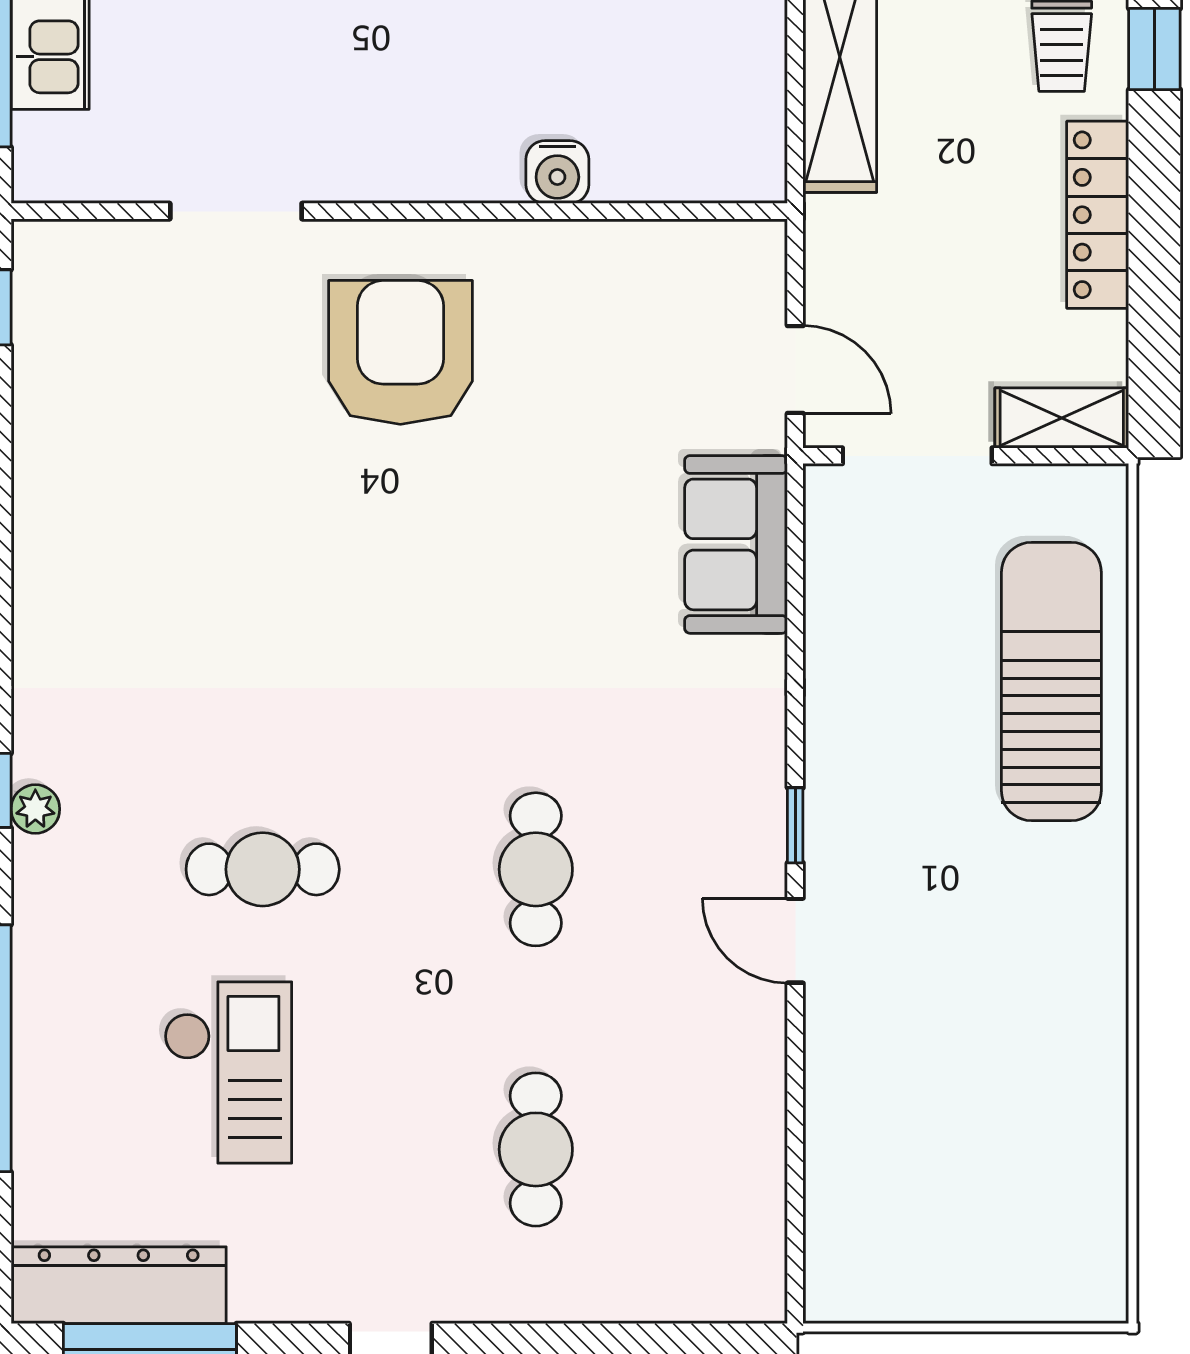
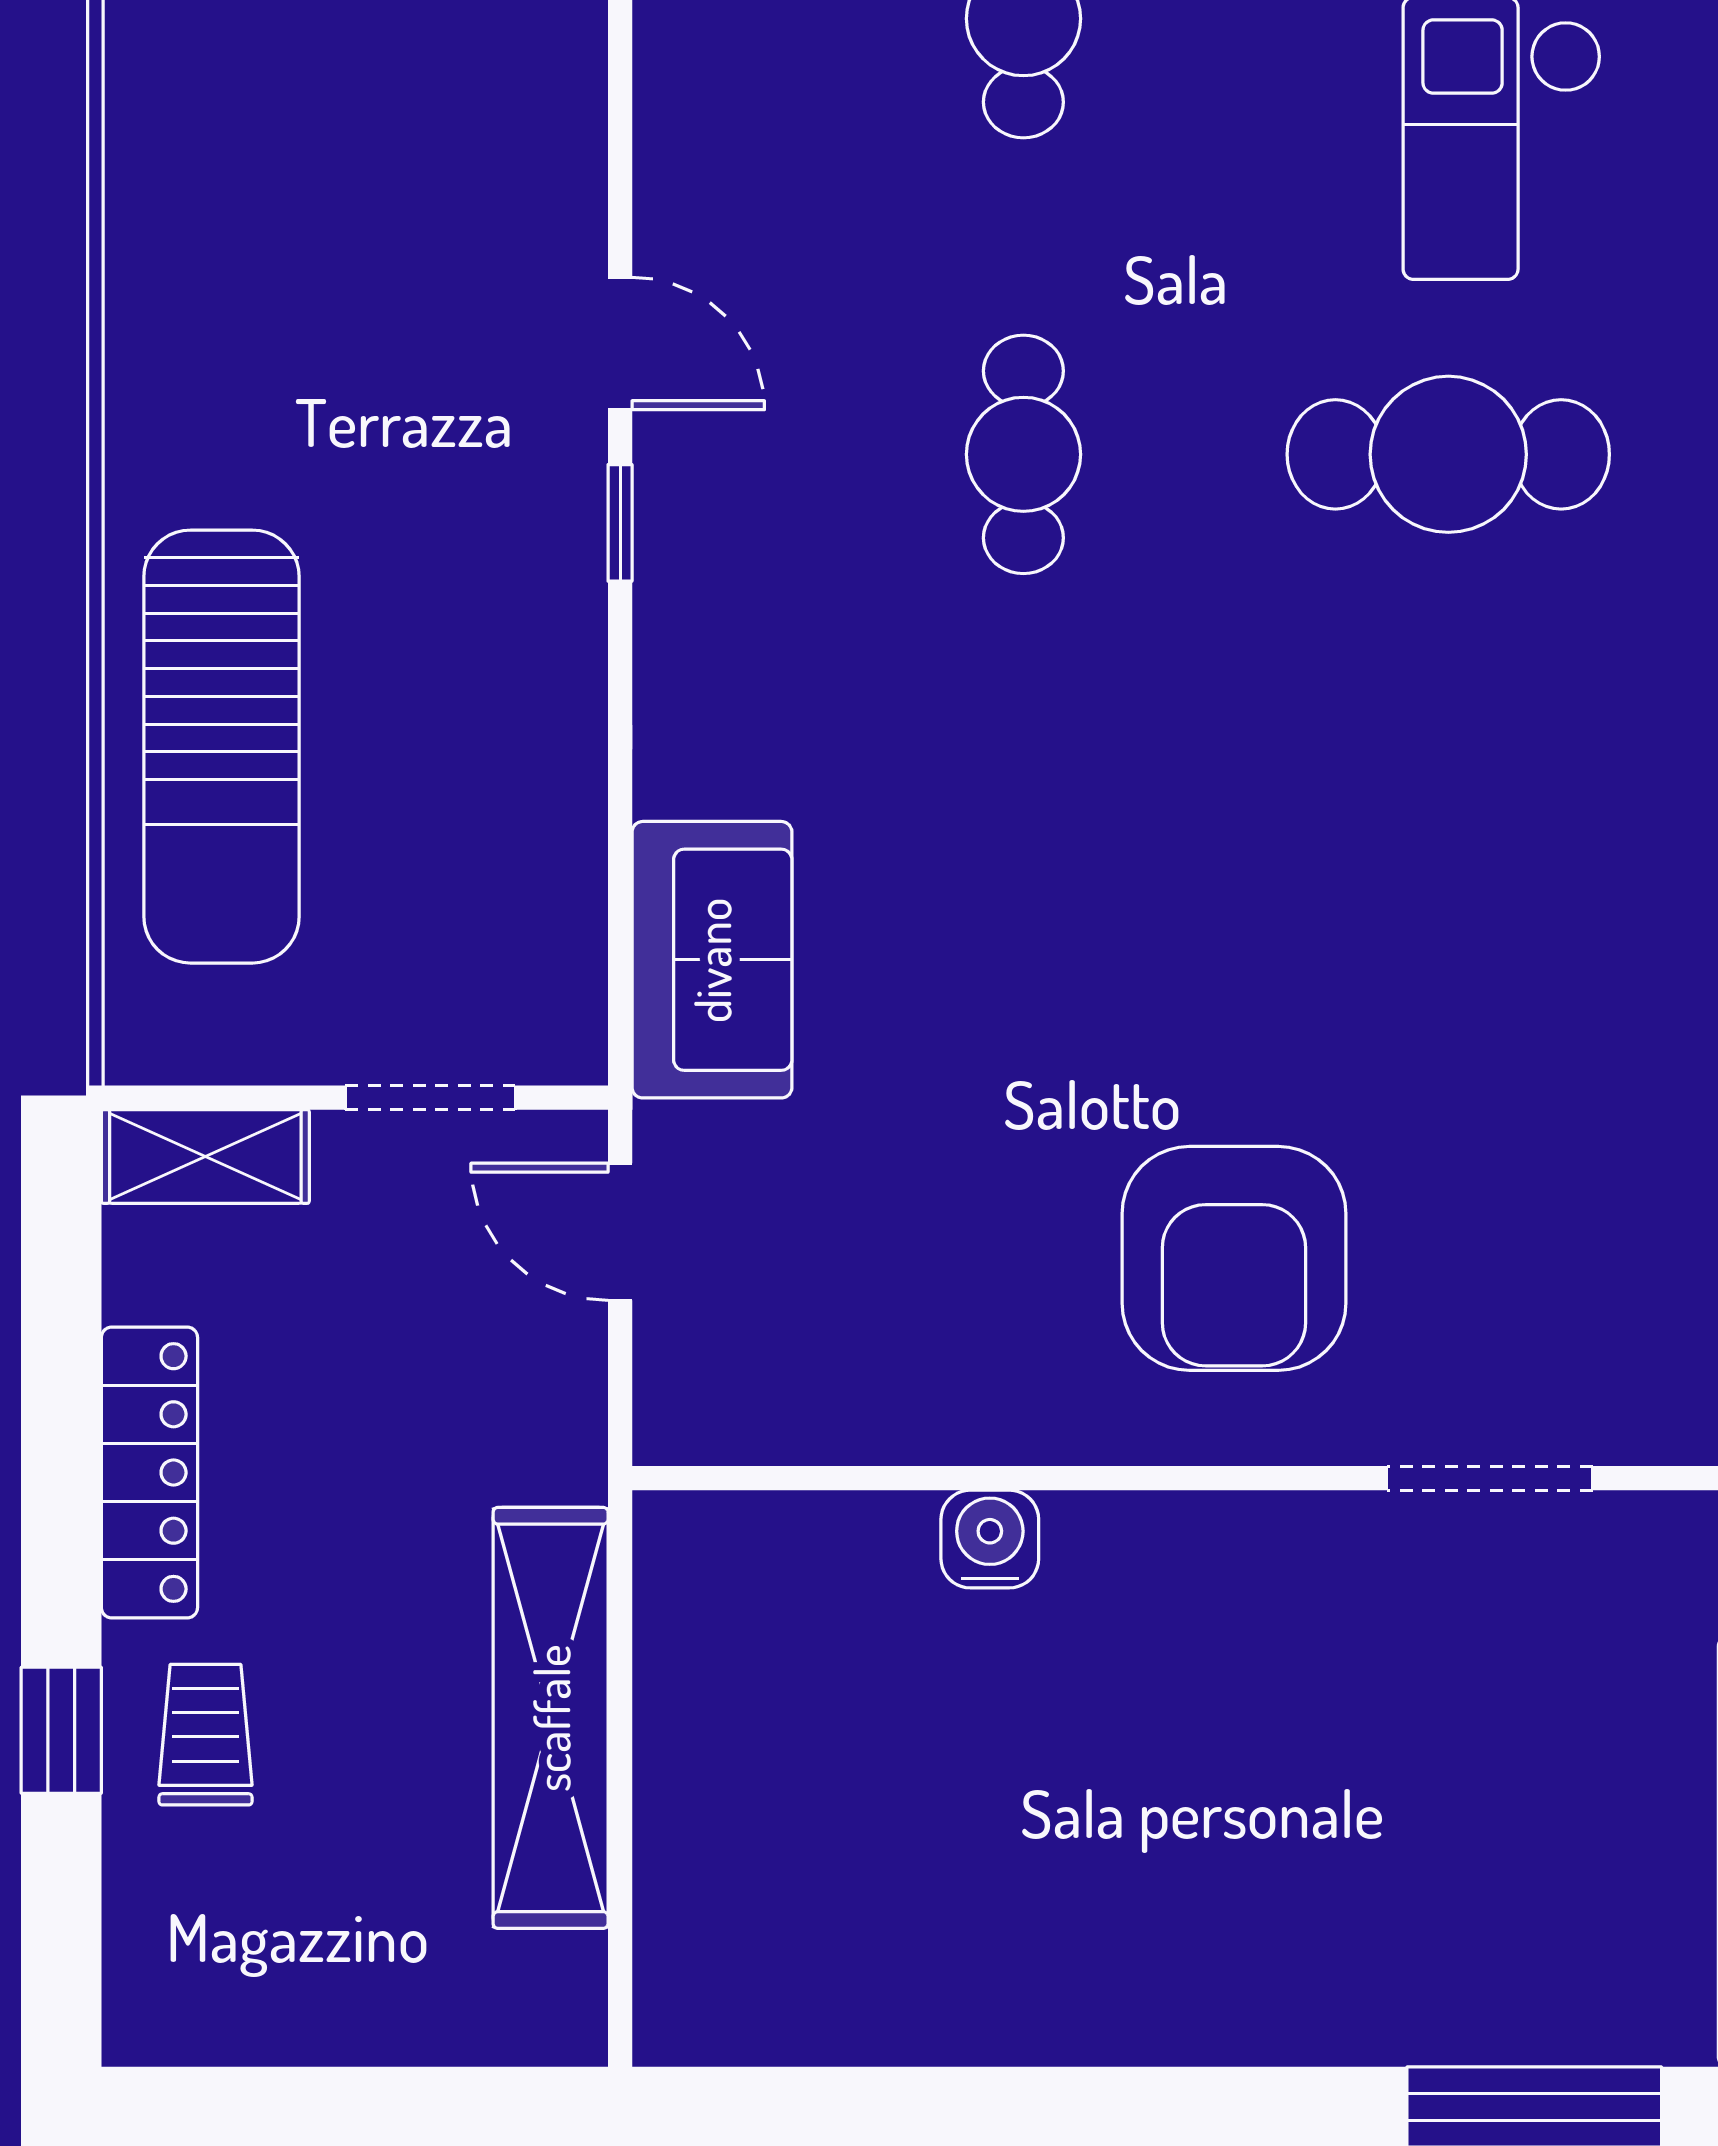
doorway: (917, 456) -> (430, 1098), width x0.73
cafe table: (263, 869) -> (1448, 454), width x1.37, depth x1.35

